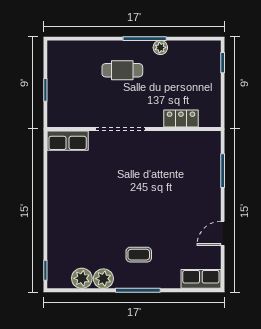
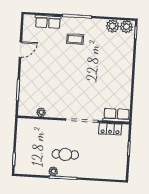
cafe table: (122, 70) -> (65, 154), moved
locker: (181, 119) -> (110, 129), moved
plant: (185, 138) -> (41, 112), added
plant: (103, 279) -> (126, 27), moved
row of seats: (201, 279) -> (48, 22), moved

